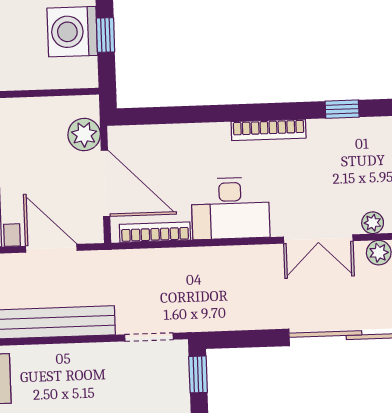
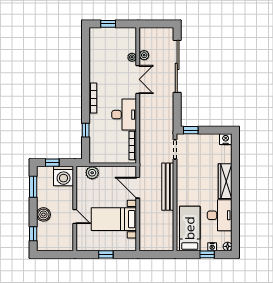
washing machine: (72, 32) -> (64, 176), moved
window: (342, 109) -> (86, 130), moved
door: (105, 183) -> (112, 165), removed
door: (51, 248) -> (138, 188), hinge flipped

